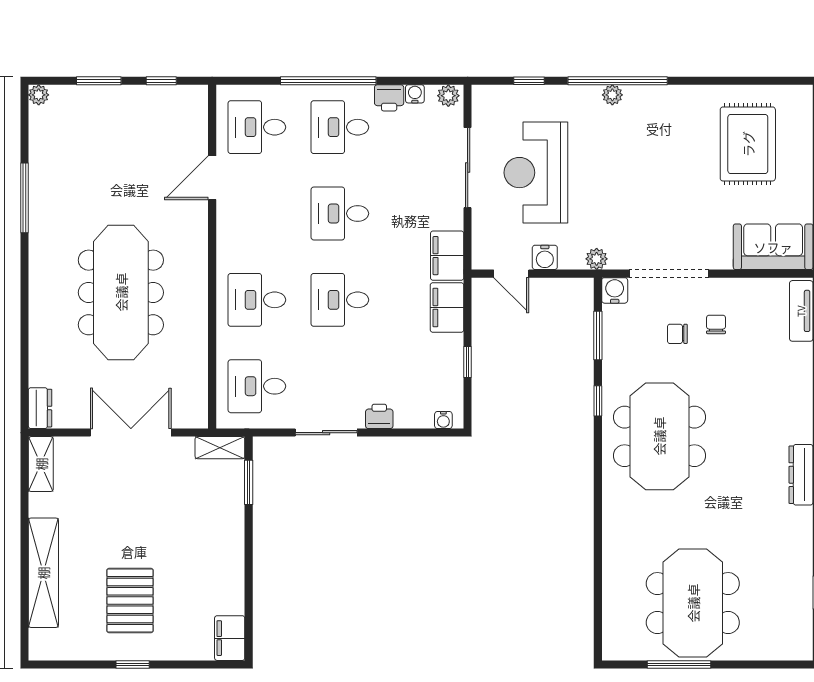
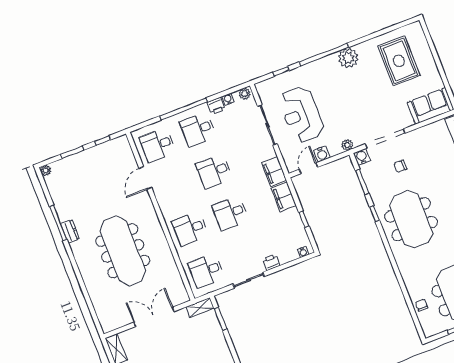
plant: (612, 95) -> (348, 58), moved, width x1.88, depth x1.88
door: (511, 274) -> (309, 168), swing flipped
chair: (716, 324) -> (422, 305), moved
dresser: (40, 408) -> (70, 231), moved

